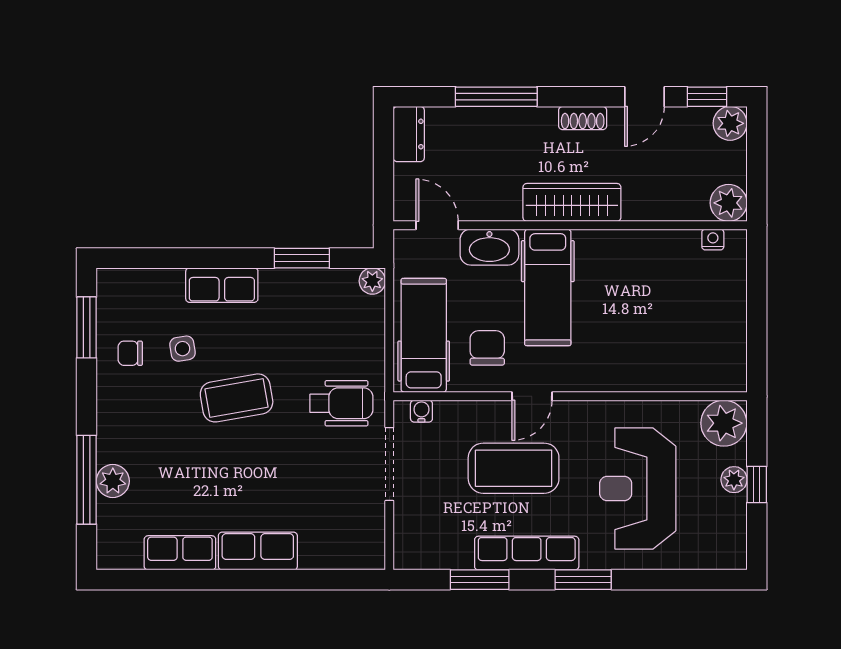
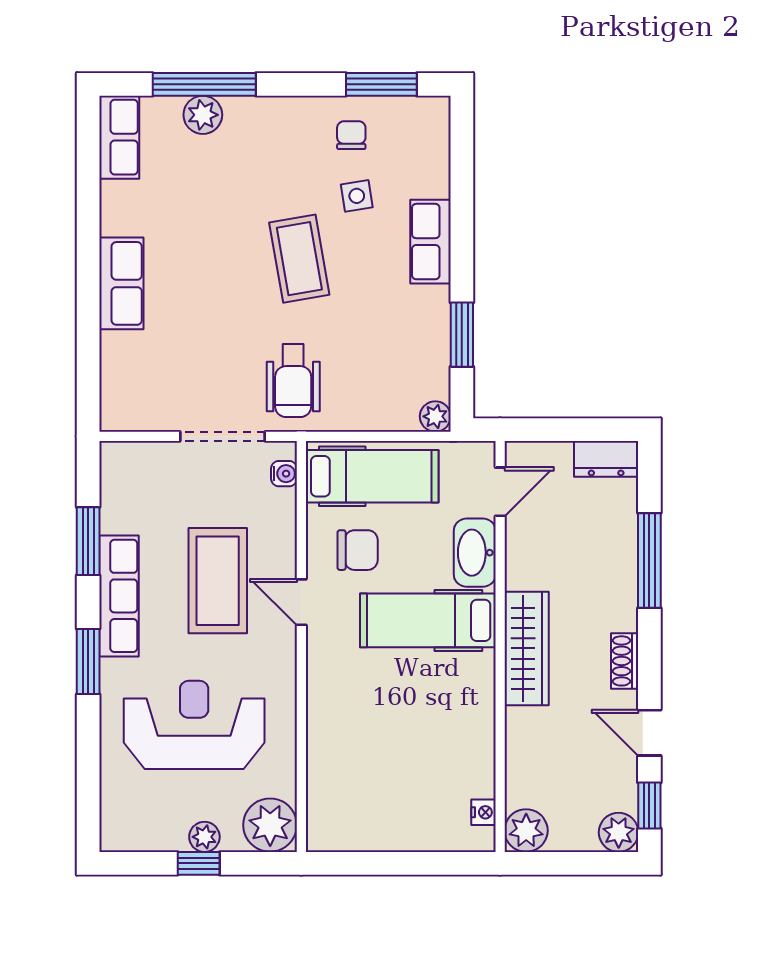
row of seats: (180, 553) -> (119, 137), moved

